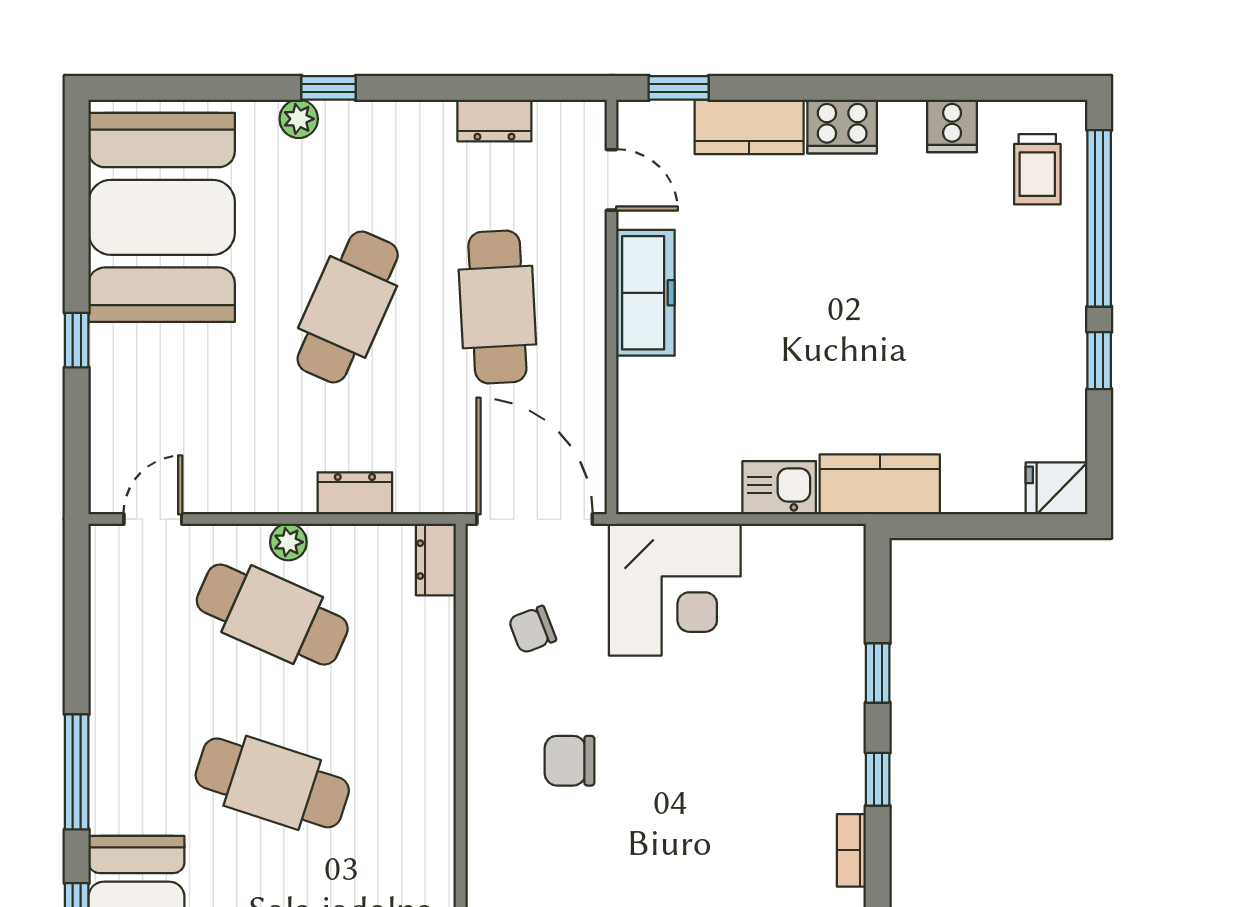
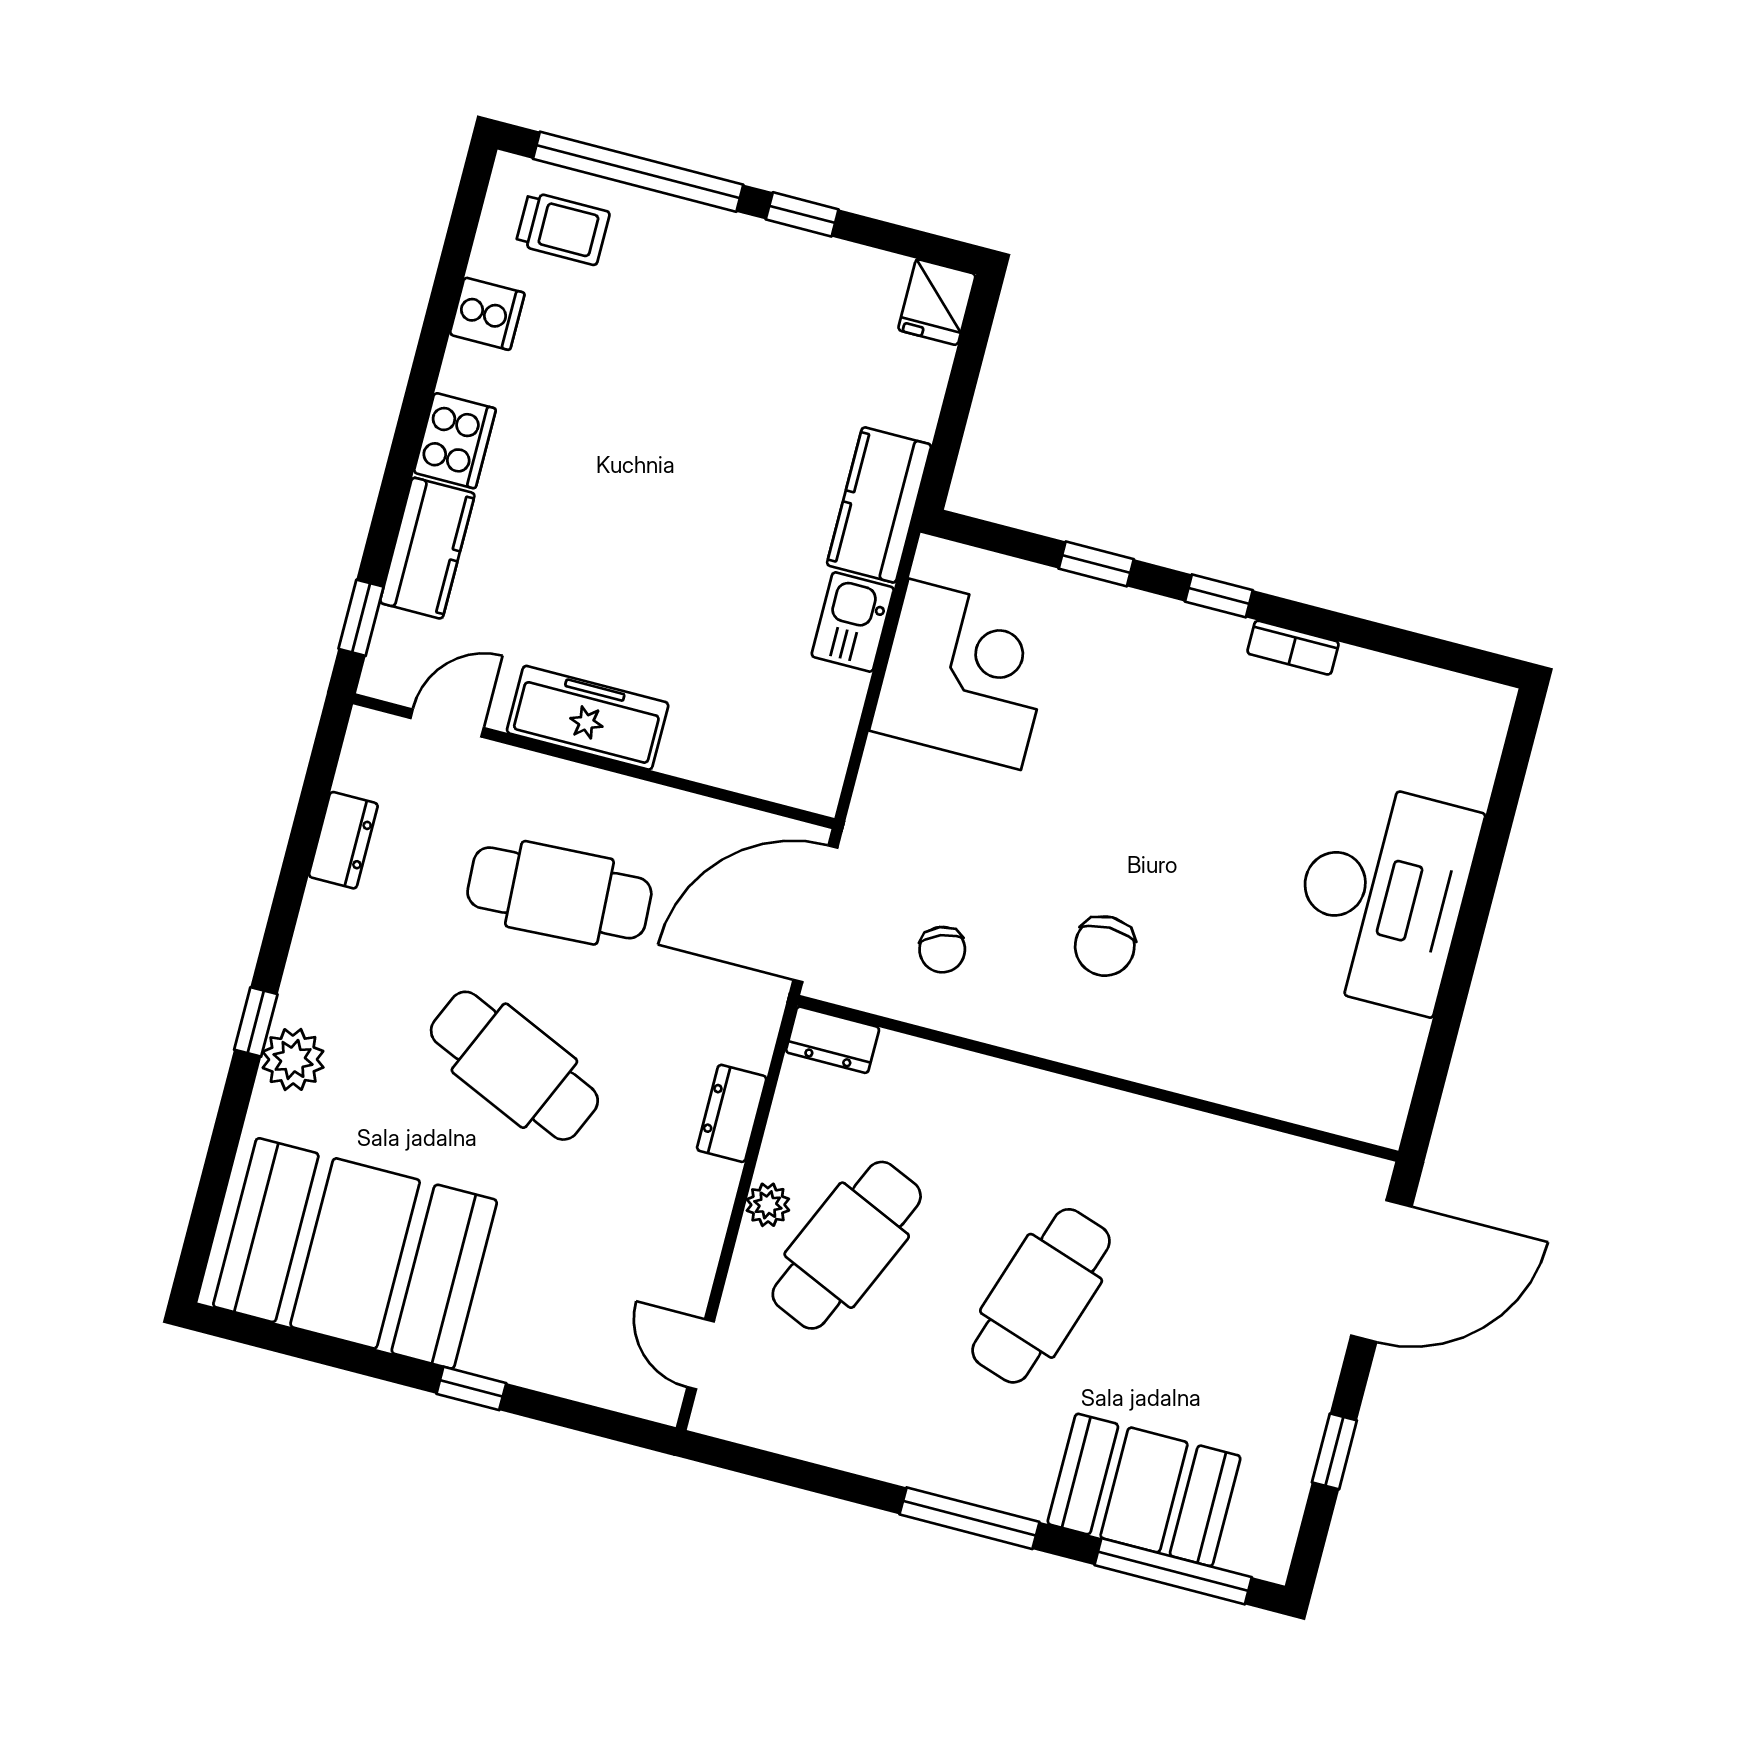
plant: (299, 119) -> (293, 1059), width x1.38, depth x1.38
corner desk: (675, 590) -> (965, 674), moved

